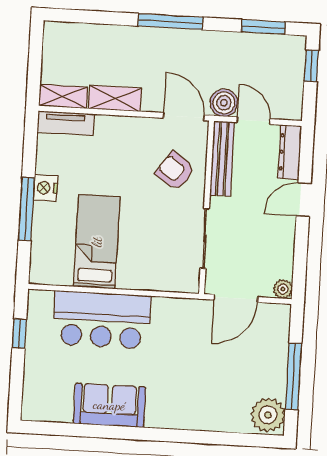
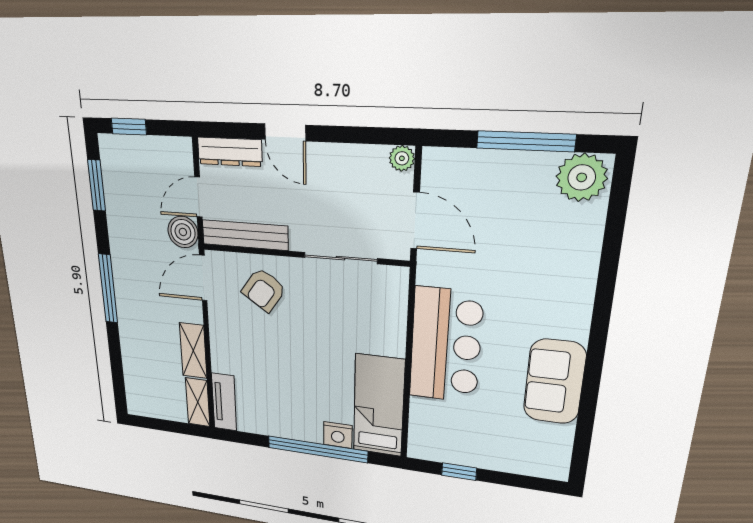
nightstand: (45, 188) -> (338, 435), moved
window: (26, 209) -> (317, 449), width x1.46
bed: (97, 242) -> (379, 406), moved, turned 90
bar counter: (102, 320) -> (446, 346), moved

